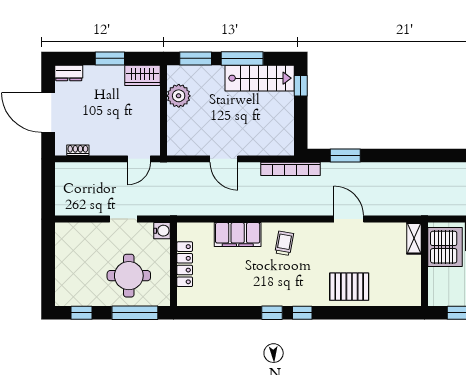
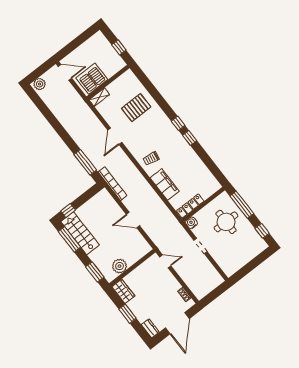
window: (242, 58) -> (69, 239), moved
window: (345, 156) -> (85, 162), width x1.44
door: (224, 159) -> (133, 220), swing flipped
locker: (185, 264) -> (190, 206), moved
pallet: (349, 287) -> (136, 108), moved, turned 90

